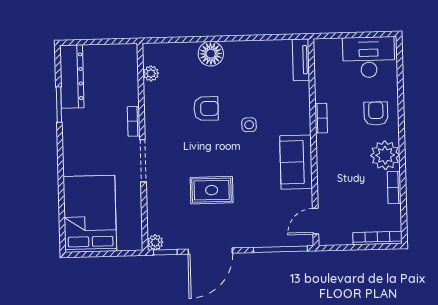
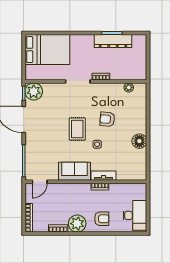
floor lamp: (211, 54) -> (139, 141), moved
tv unit: (301, 60) -> (103, 176), moved
dresser: (72, 76) -> (113, 41), moved
armchair: (206, 109) -> (107, 119), turned 95
rug: (212, 190) -> (77, 129), moved
door: (316, 221) -> (40, 182), swing flipped
plant: (155, 242) -> (34, 92), width x1.88, depth x1.88

